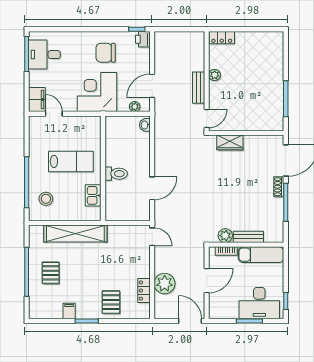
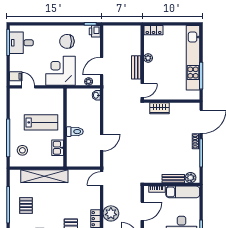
kitchen unit: (275, 75) -> (193, 58), added
filing cabinet: (37, 99) -> (16, 76), width x0.50
plant: (225, 236) -> (191, 178), moved
door: (152, 237) -> (102, 179), swing flipped

